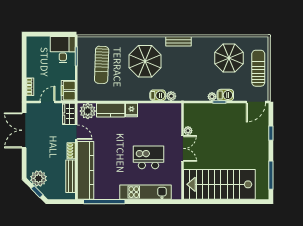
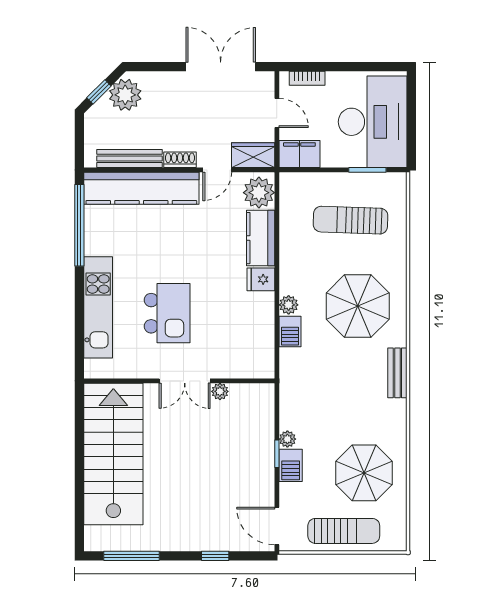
desk: (63, 50) -> (373, 122), width x1.87, depth x1.30
plant: (171, 96) -> (289, 305), moved

